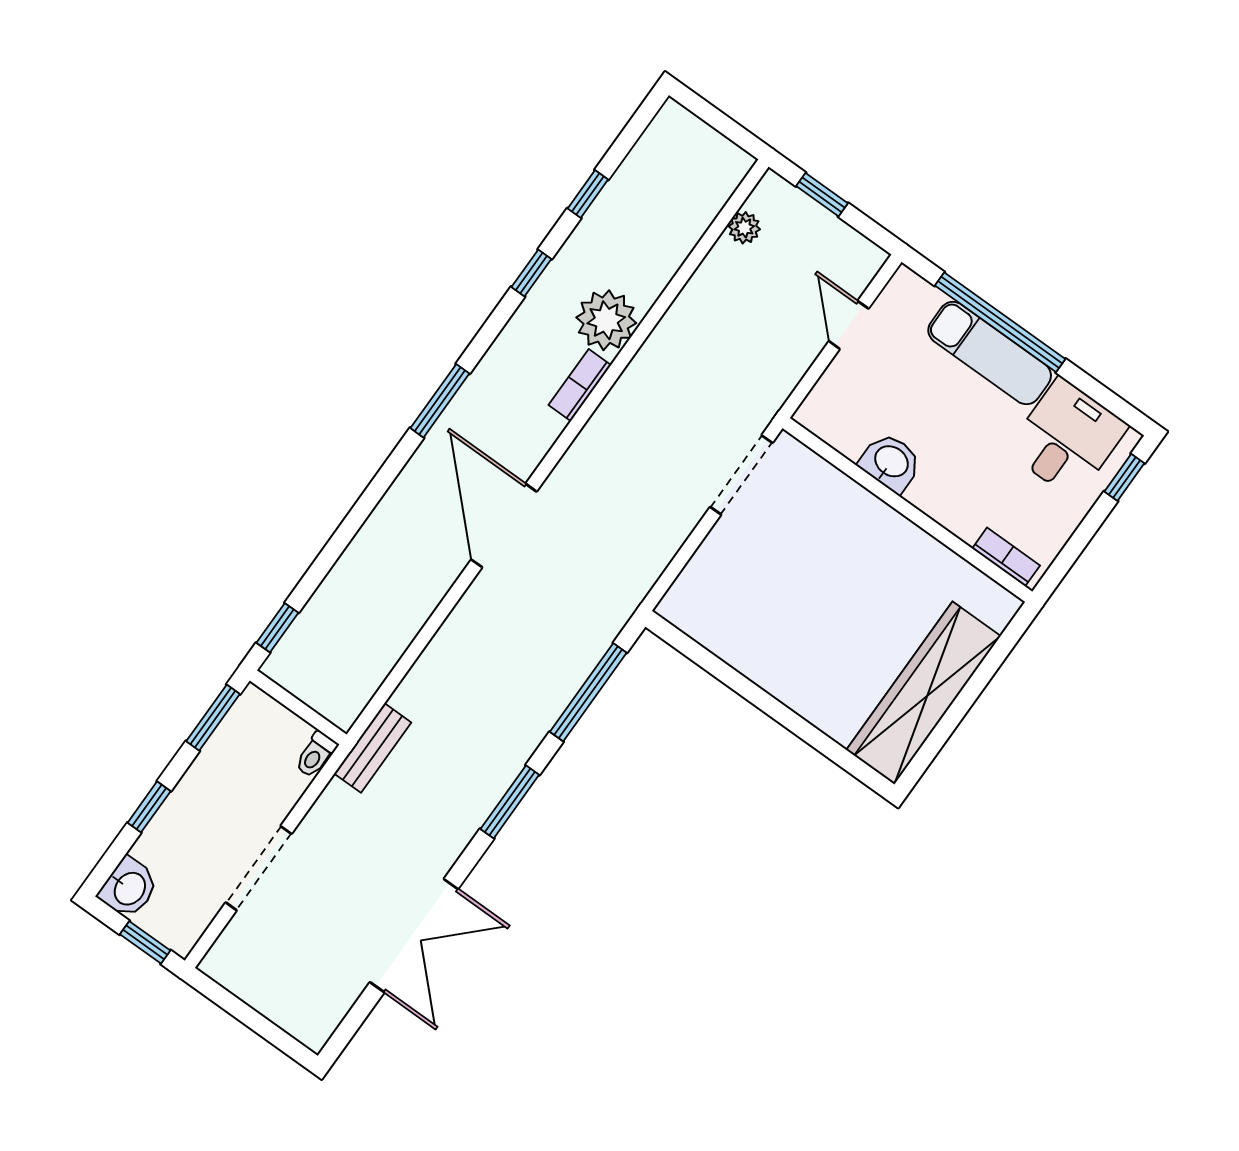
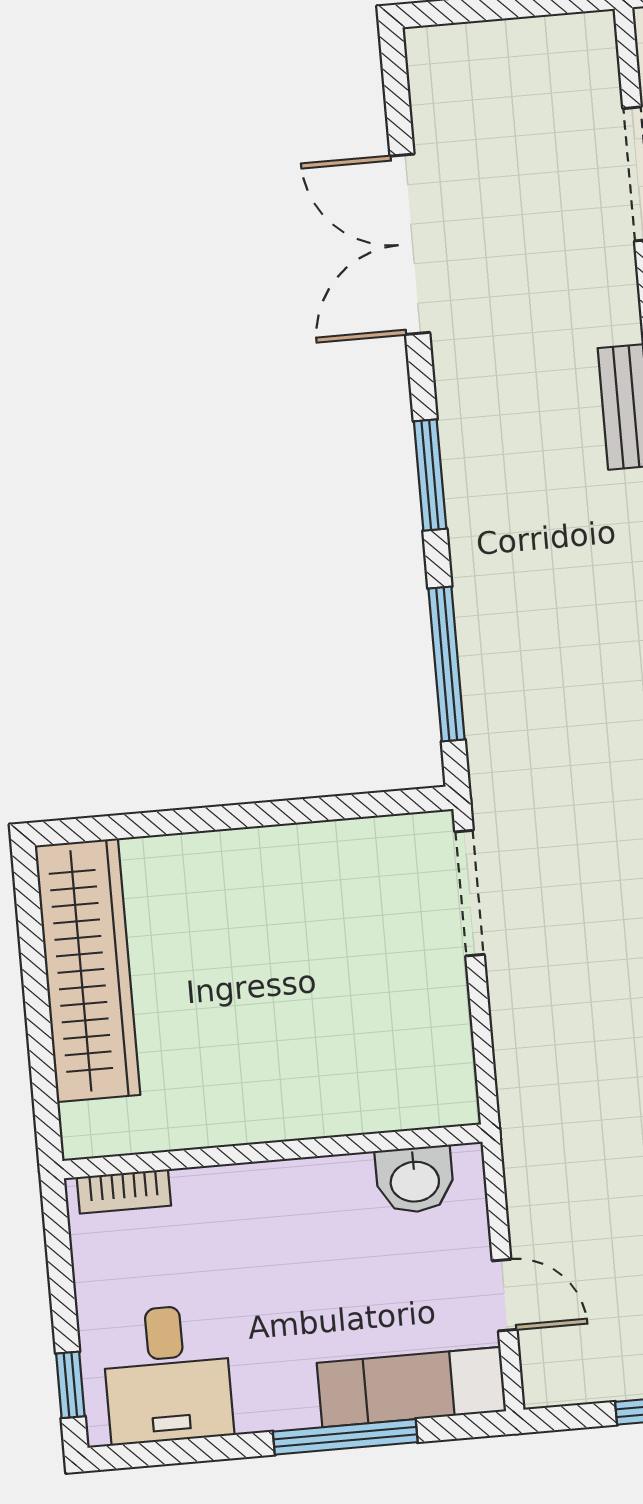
window: (1000, 322) -> (345, 1437), width x0.68
exam couch: (990, 353) -> (411, 1387), moved
washbasin: (891, 462) -> (415, 1180), moved
doorway: (741, 475) -> (470, 893), moved

